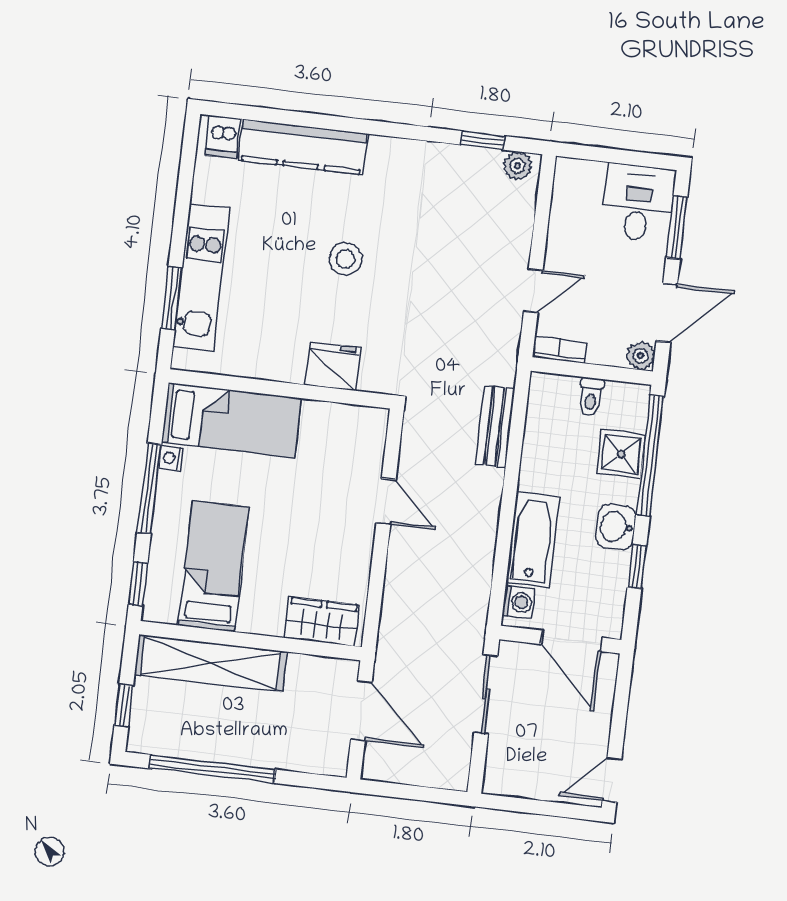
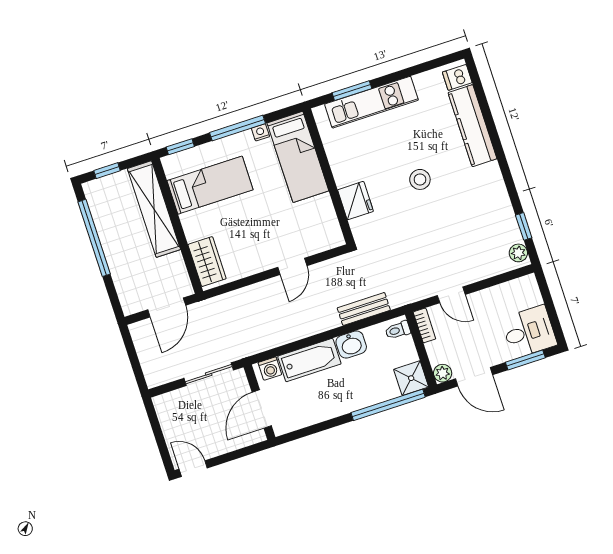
toilet: (591, 397) -> (398, 330), moved
shower: (621, 454) -> (411, 378), moved
washbasin: (616, 527) -> (351, 344), moved, turned 180
window: (637, 567) -> (321, 427), removed

